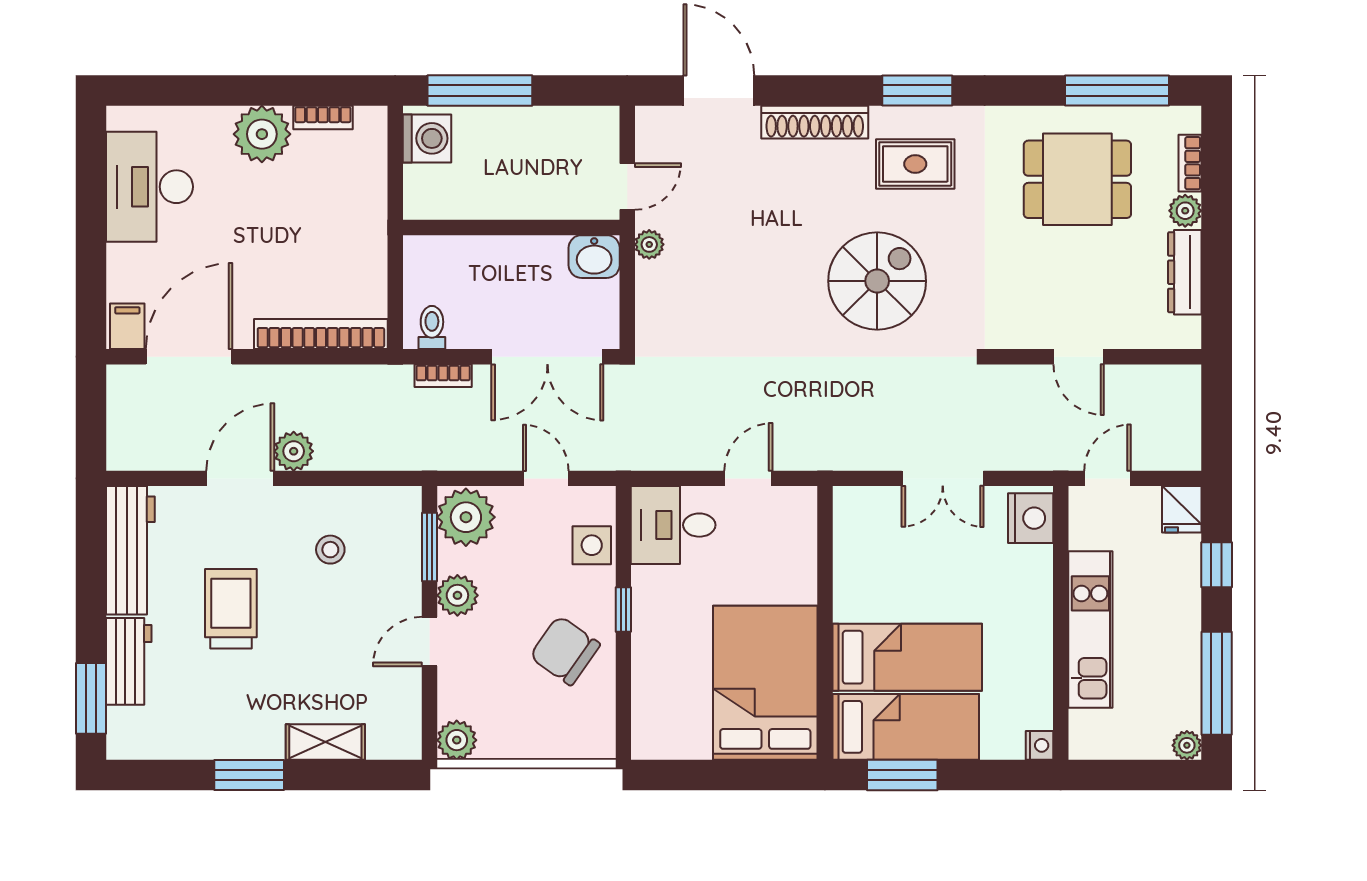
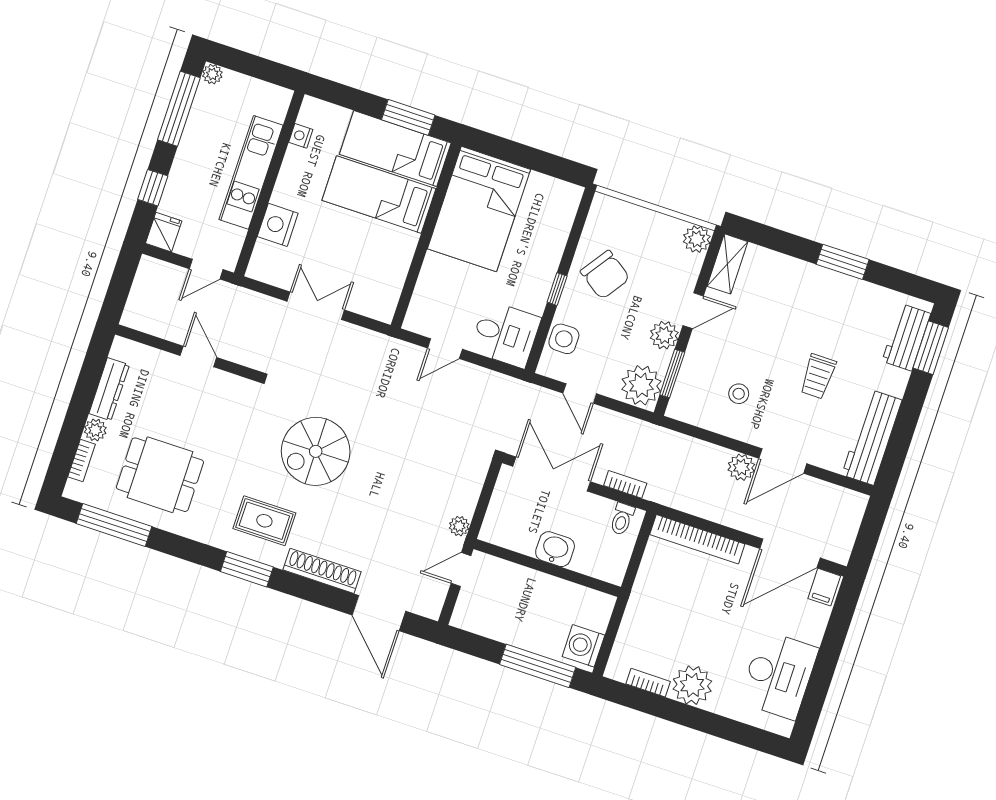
washbasin: (594, 257) -> (555, 549), moved
nightstand: (1031, 518) -> (278, 225), moved
trolley: (231, 609) -> (818, 376), width x0.73, depth x0.72
workbench: (129, 661) -> (906, 337), moved
shelving: (325, 742) -> (727, 264), moved, turned 90
nightstand: (1039, 745) -> (301, 136), moved

